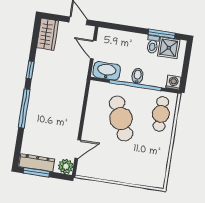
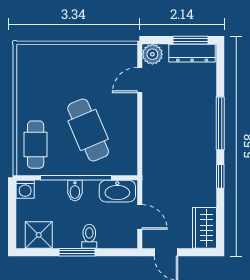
window: (162, 34) -> (77, 252), moved
toilet: (153, 44) -> (89, 236), moved

